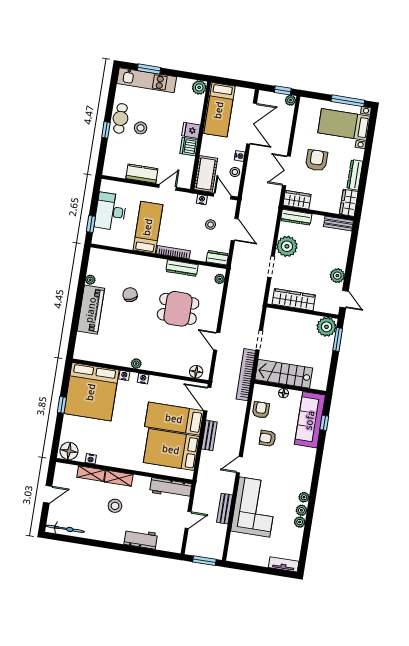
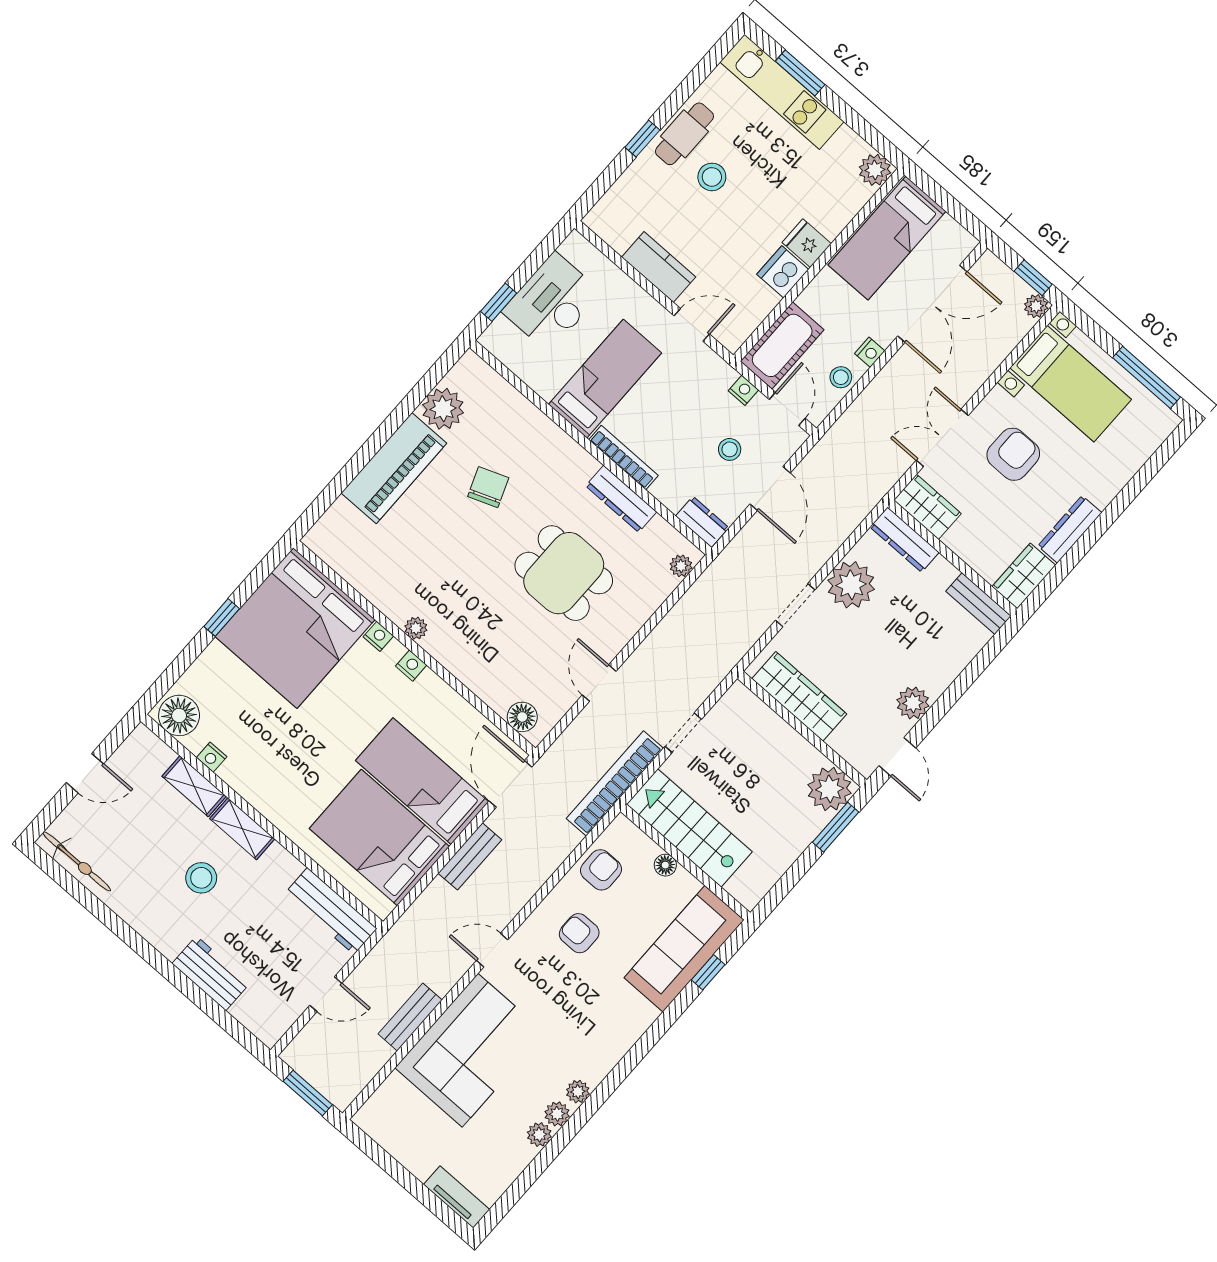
bed with nightstands: (344, 125) -> (1071, 384), moved, turned 180
plant: (90, 280) -> (443, 409), width x1.88, depth x1.88

